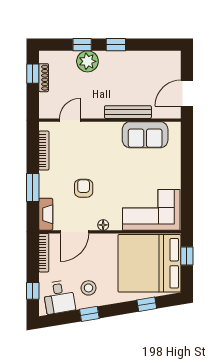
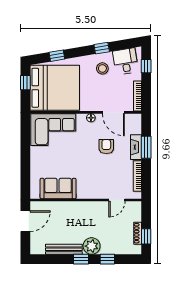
plant: (87, 61) -> (92, 246), moved
bench: (128, 112) -> (64, 249), moved
armchair: (84, 188) -> (106, 147), turned 180
fireplace: (46, 214) -> (136, 147), moved
door: (74, 232) -> (113, 112), swing flipped
window: (187, 256) -> (25, 83), moved

